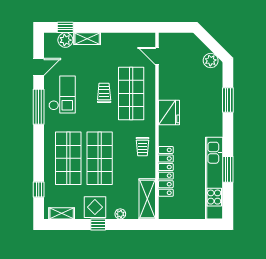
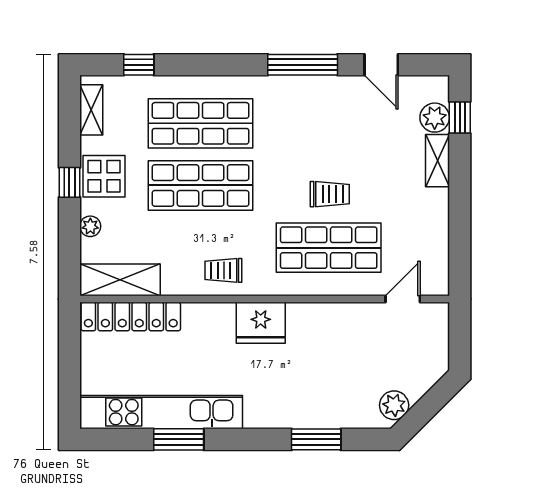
checkout: (62, 94) -> (327, 111), removed
fridge: (169, 112) -> (261, 323), moved
locker: (166, 171) -> (131, 316), moved

